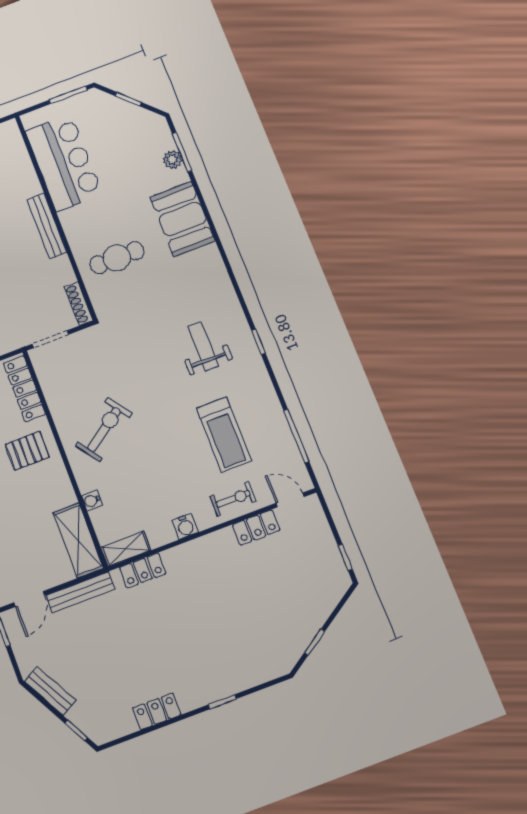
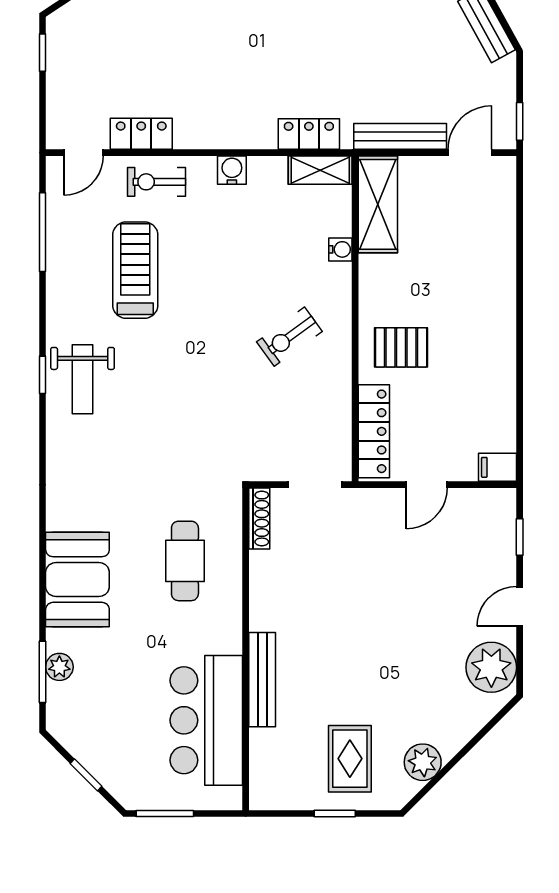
bench: (47, 226) -> (262, 680), moved
cafe table: (117, 258) -> (185, 561), turned 90
weight bench: (203, 346) -> (83, 379), moved
exercise bike: (104, 430) -> (289, 337), width x0.73, depth x0.72
door: (290, 500) -> (83, 153), hinge flipped

